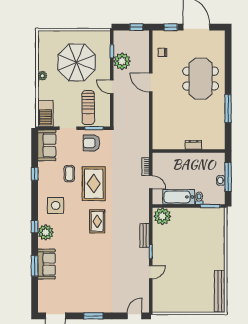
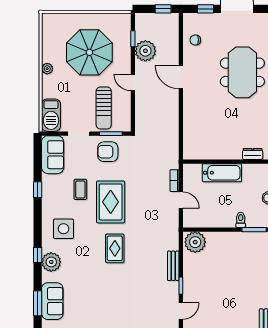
dresser: (194, 145) -> (253, 154), moved
bathtub: (179, 197) -> (222, 173), moved, turned 180

